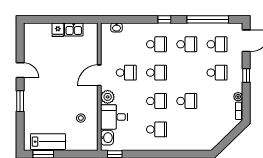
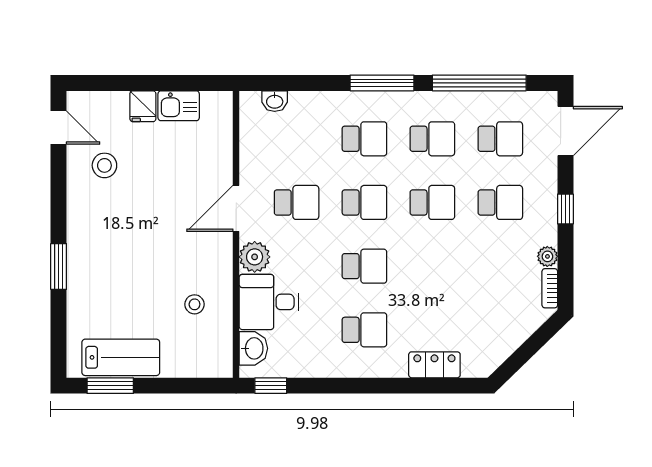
window: (164, 19) -> (382, 83), width x2.17
stool: (41, 56) -> (104, 165), added
door: (20, 70) -> (59, 128), moved
school desk: (187, 101) -> (432, 202), moved
locker: (188, 145) -> (434, 365), added

